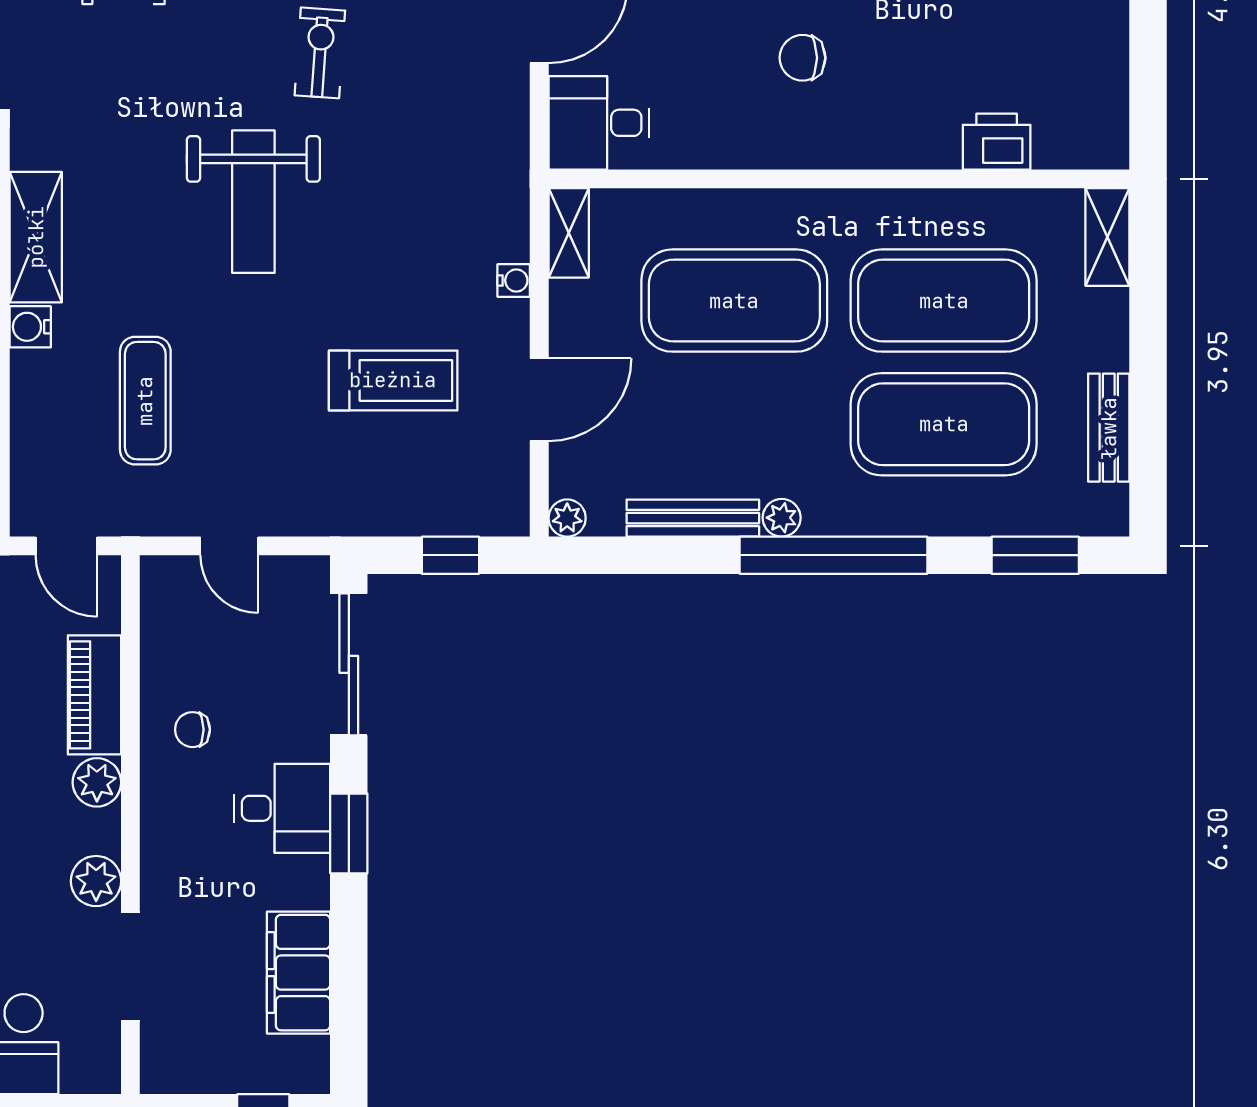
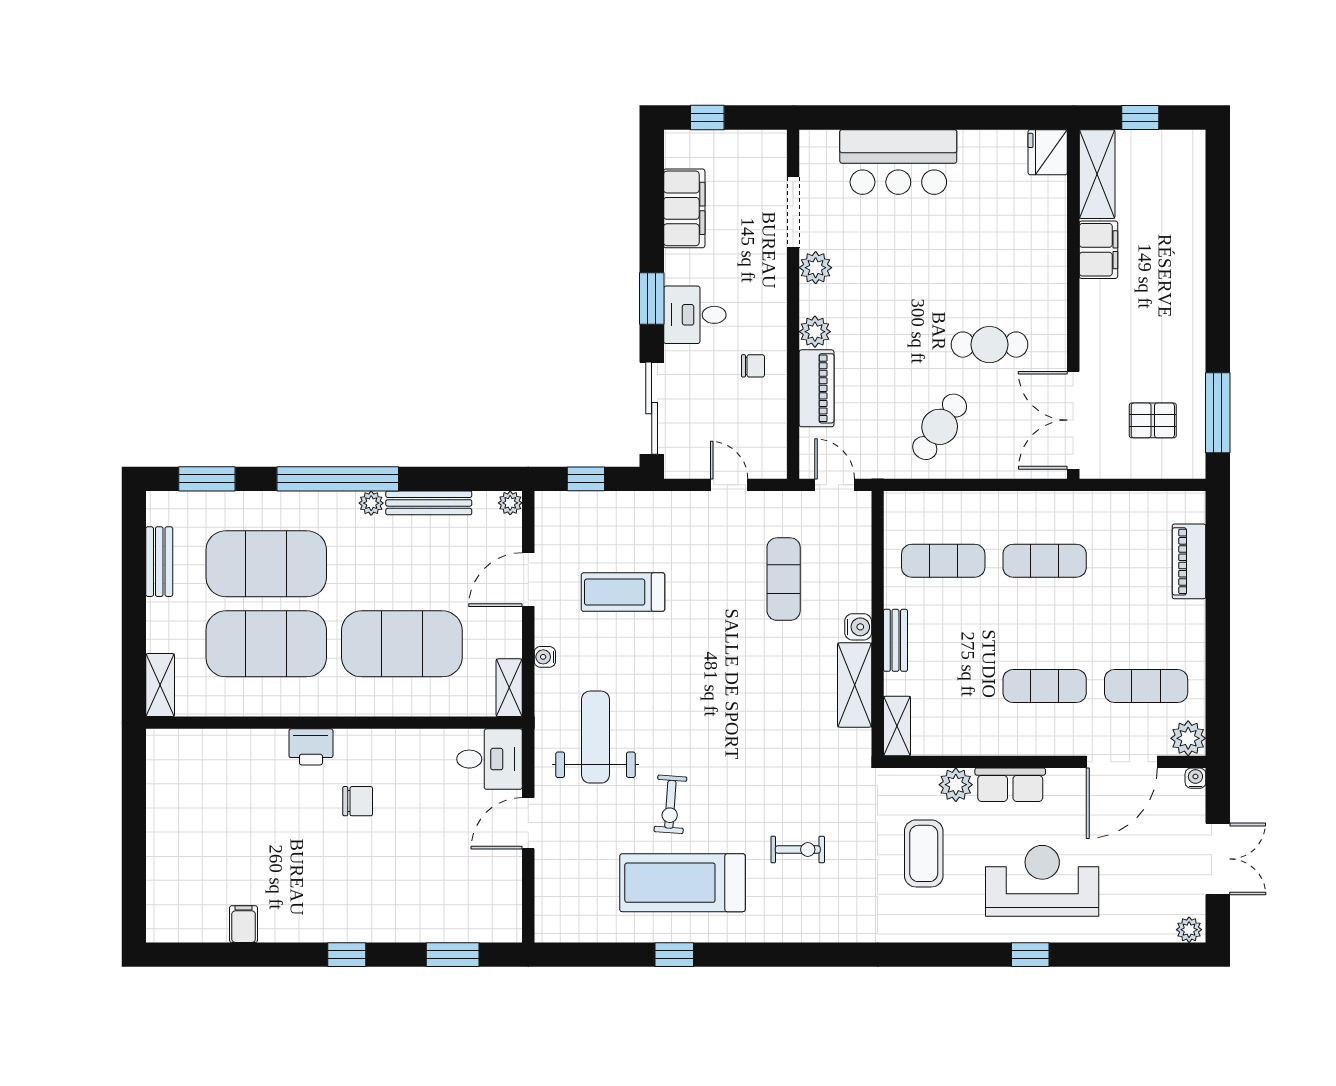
printer: (997, 142) -> (311, 747), moved
weight bench: (253, 202) -> (595, 737), moved

